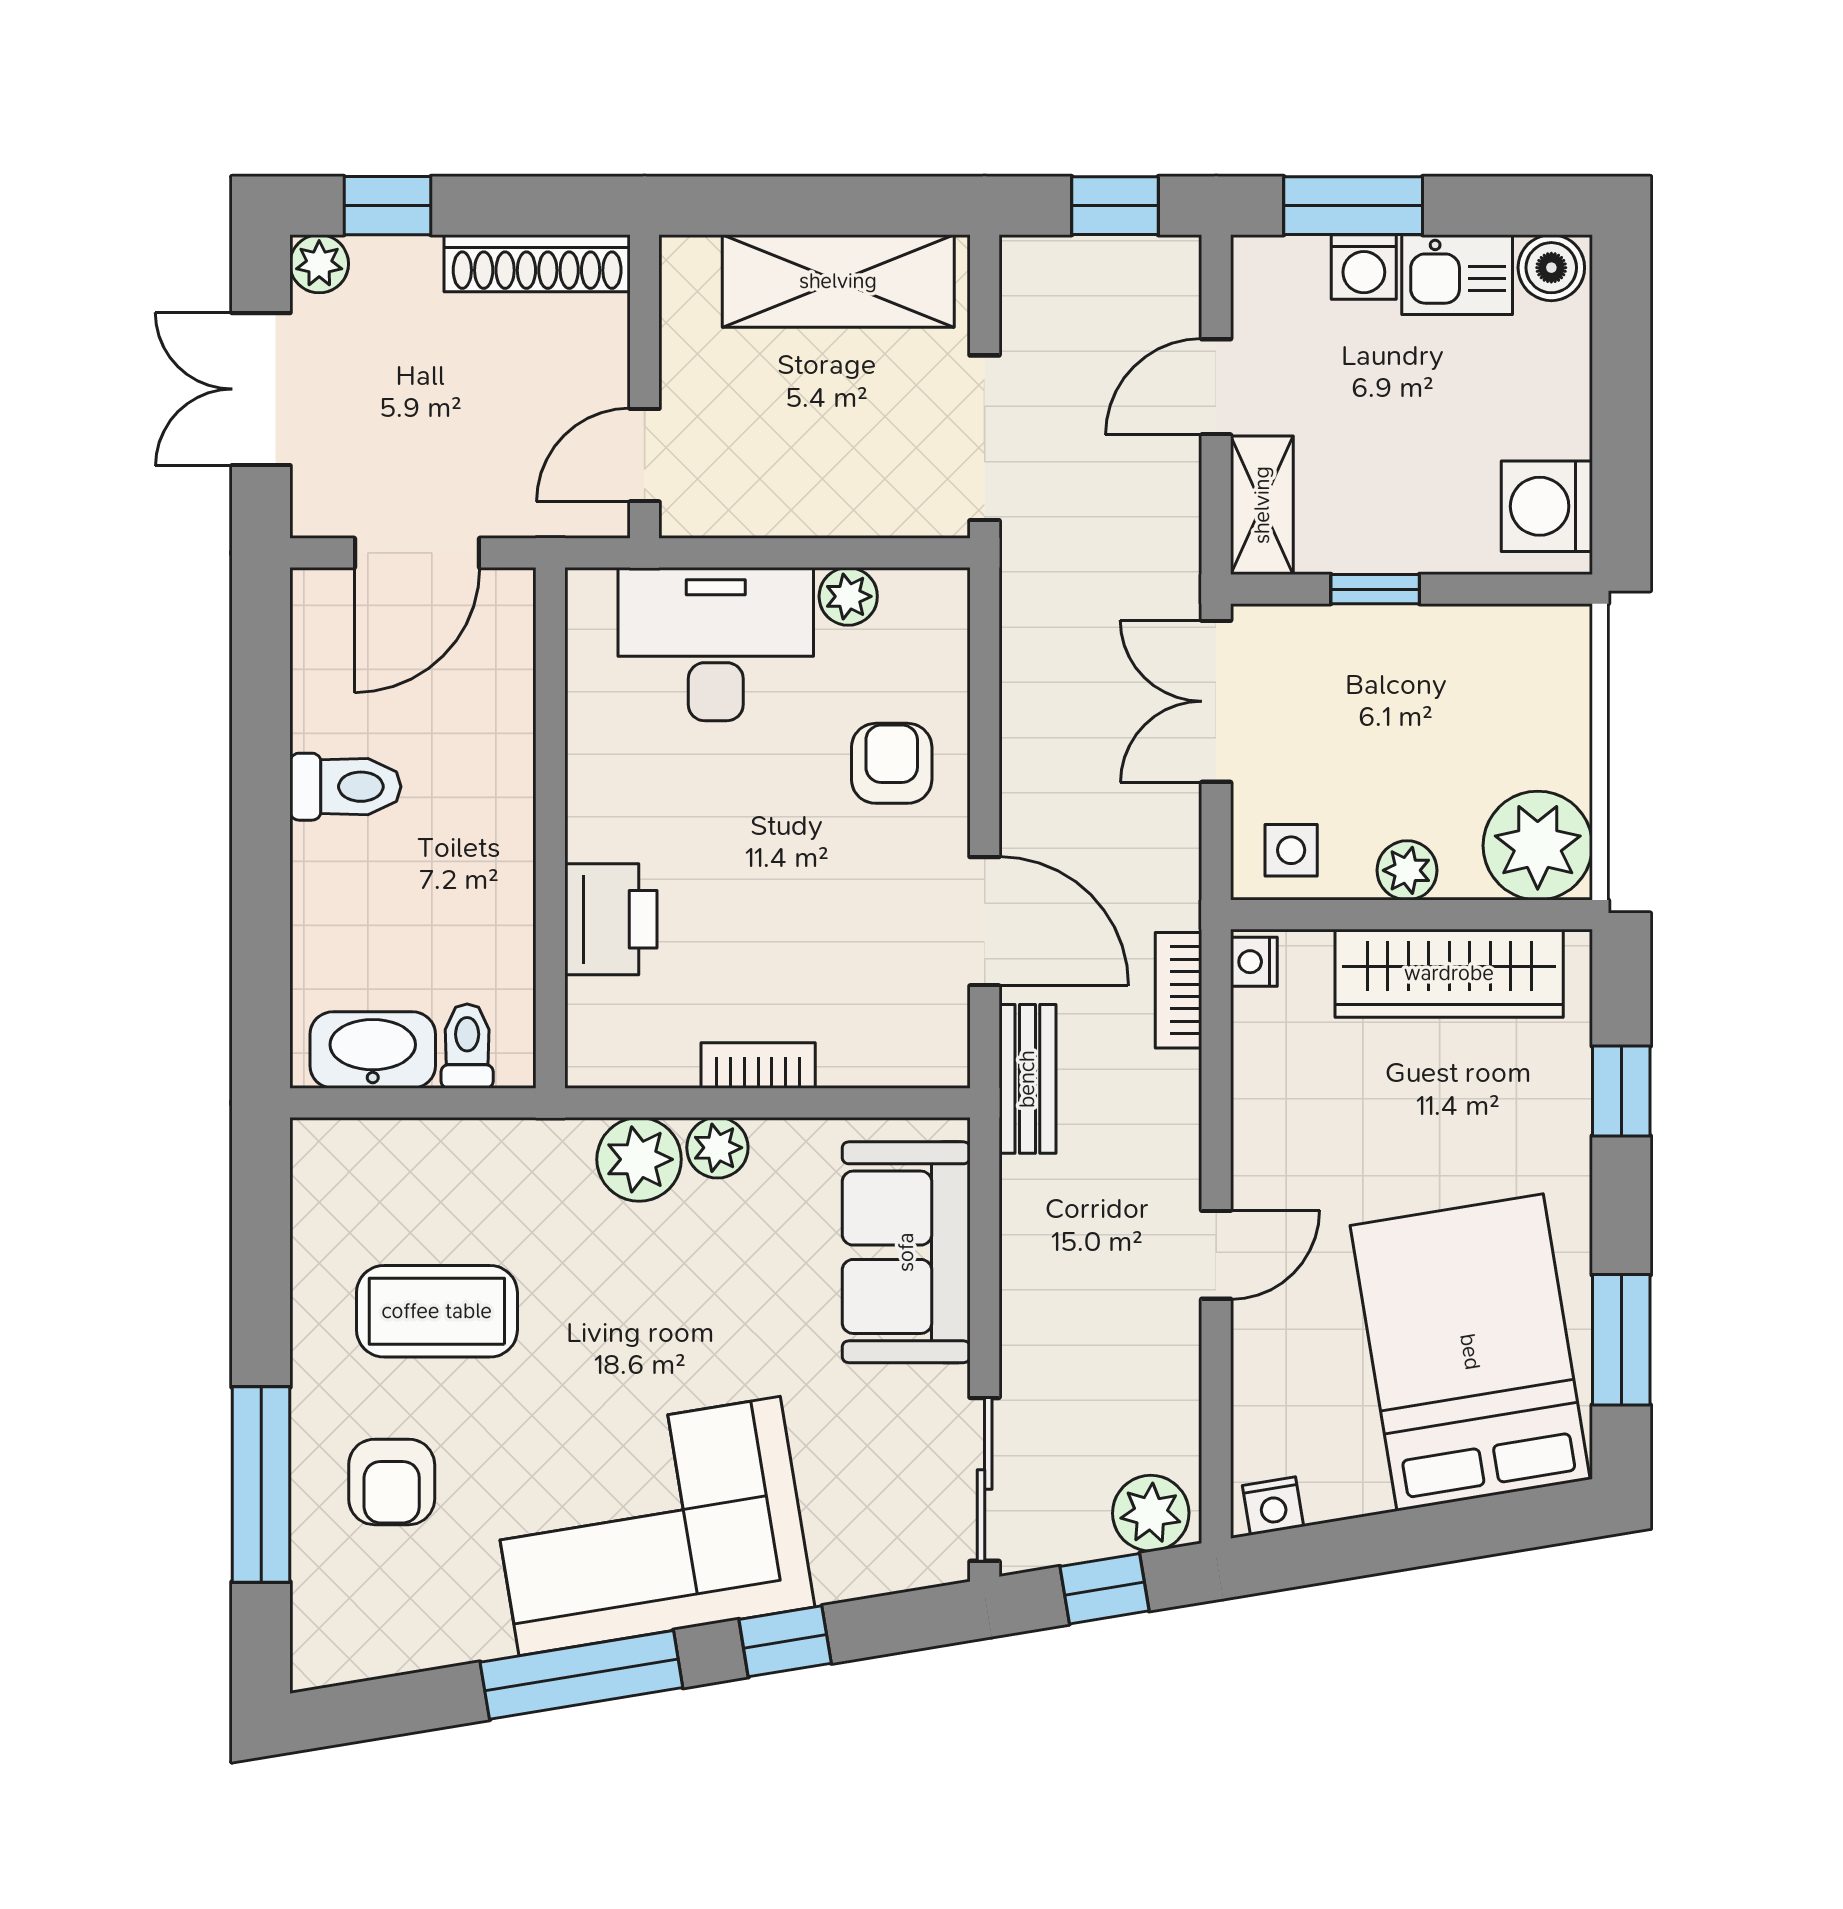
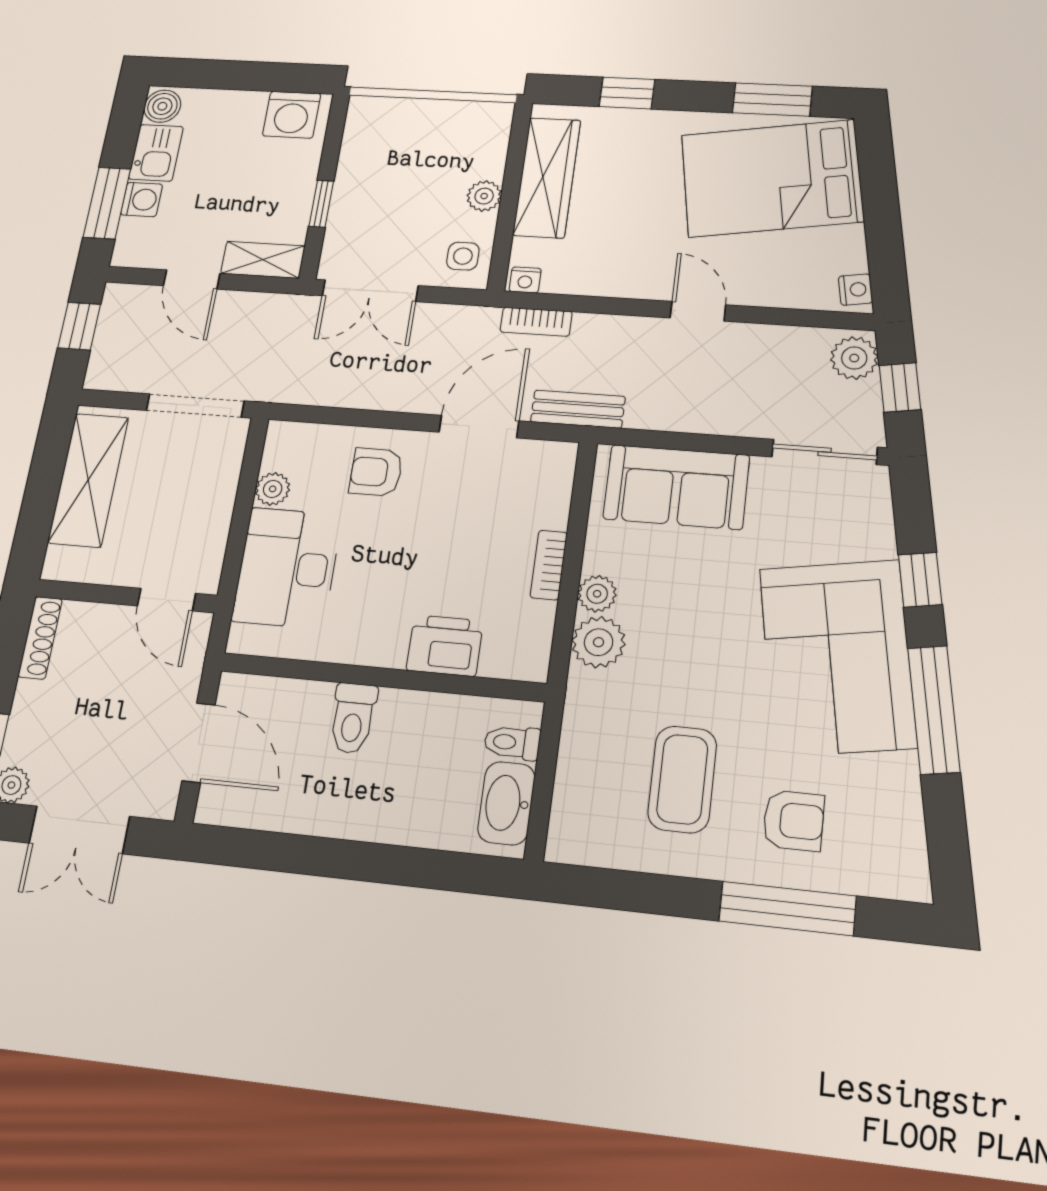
shoe rack: (537, 263) -> (40, 638), width x0.74, depth x0.81
toilet: (345, 787) -> (353, 718), moved, turned 180
plant: (1538, 846) -> (480, 128), removed

